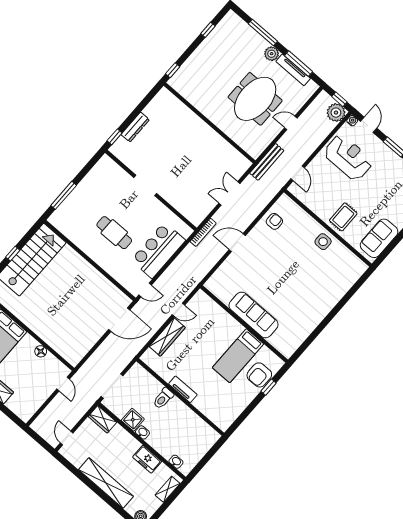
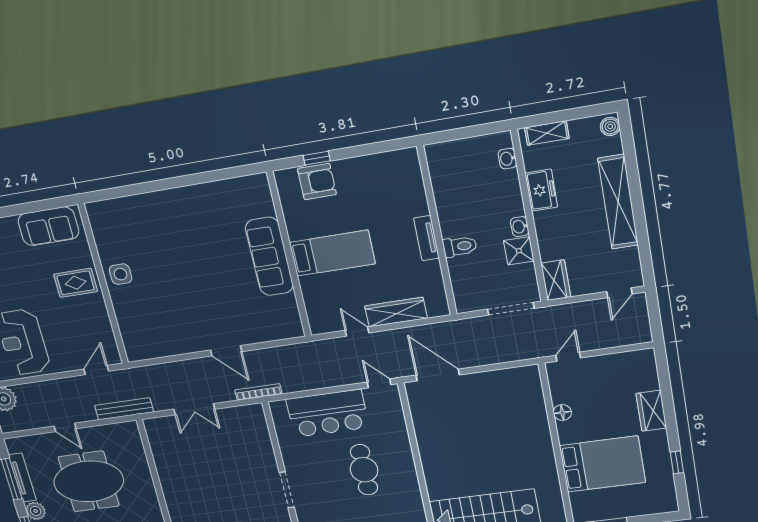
armchair: (274, 221) -> (163, 340), removed
bed: (238, 356) -> (332, 253), moved

